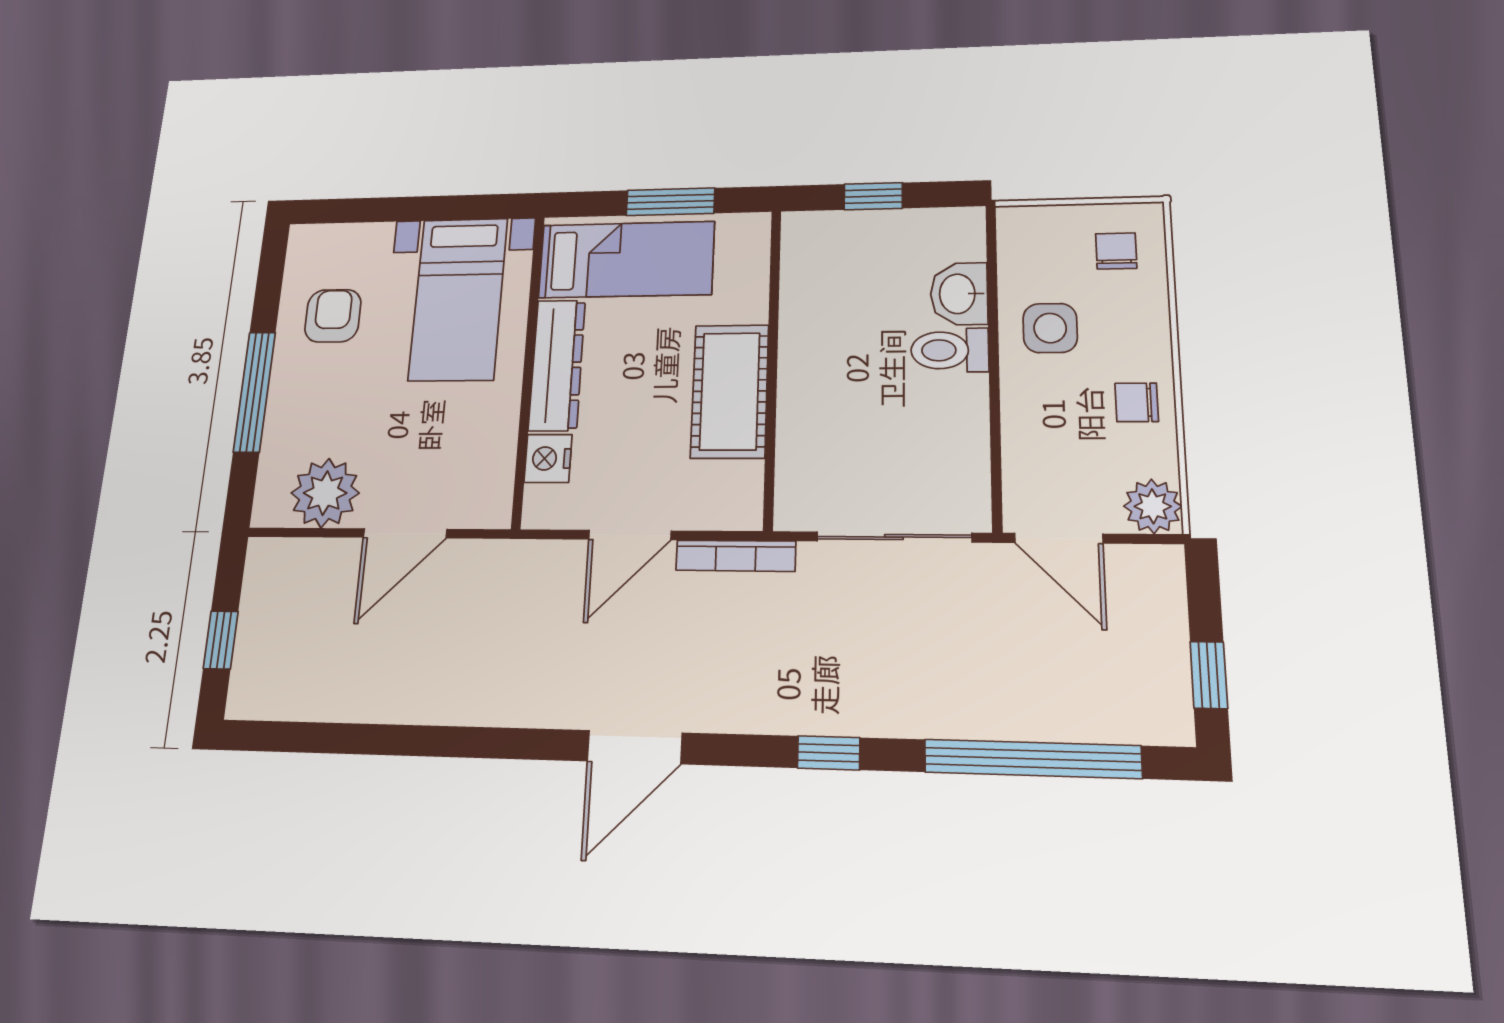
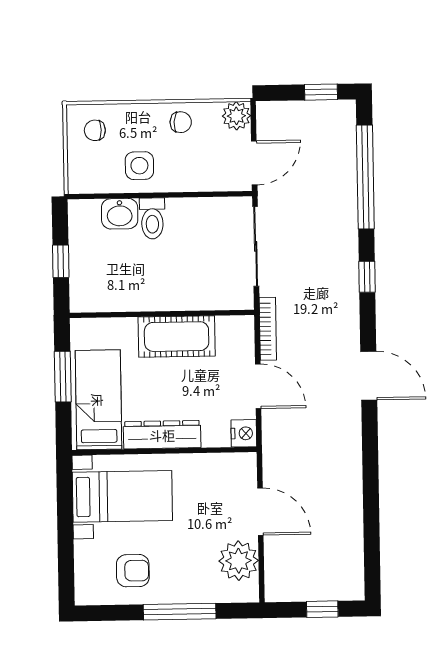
armchair: (333, 316) -> (133, 571), turned 180
chair: (1137, 402) -> (181, 122), turned -87
nightstand: (548, 458) -> (244, 433), moved, turned -90

